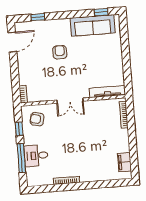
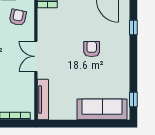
sofa: (93, 25) -> (102, 109), moved, turned 90
armchair: (60, 52) -> (92, 49), turned -90

